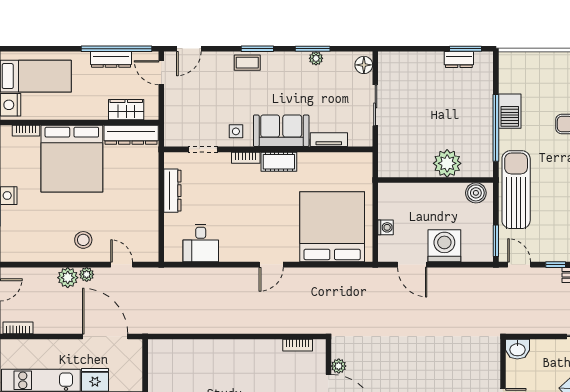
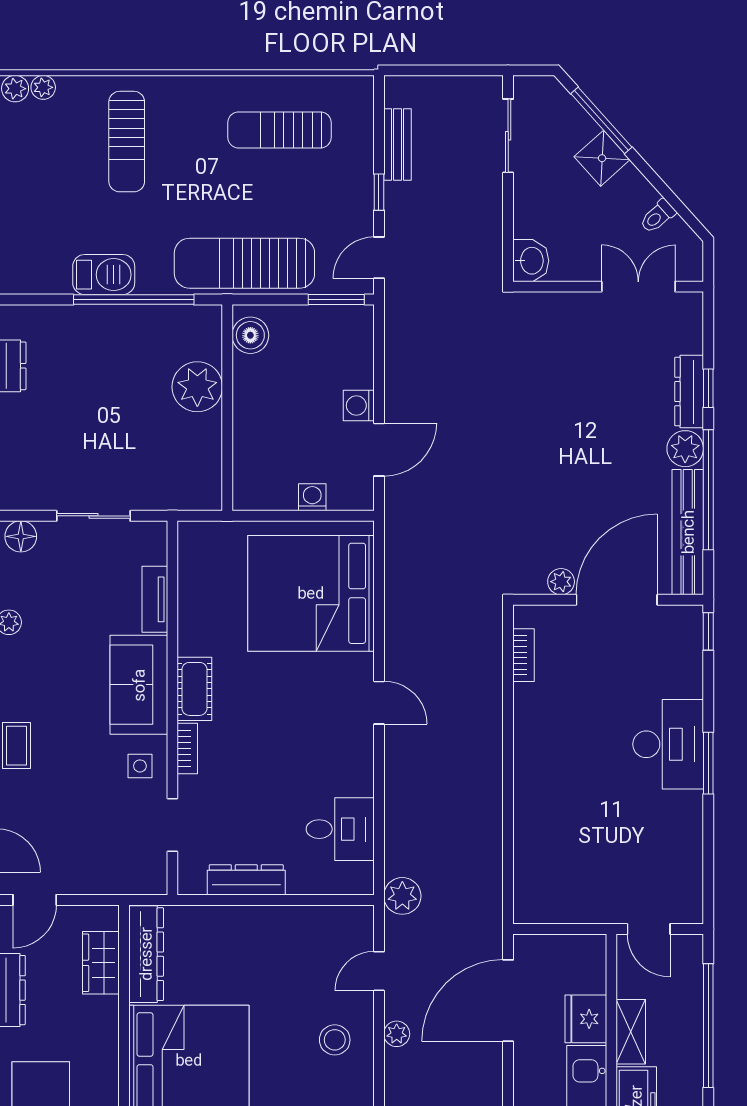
washing machine: (444, 246) -> (359, 406), width x0.53, depth x0.53
plant: (68, 278) -> (402, 896), moved

